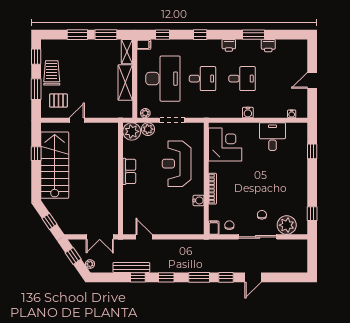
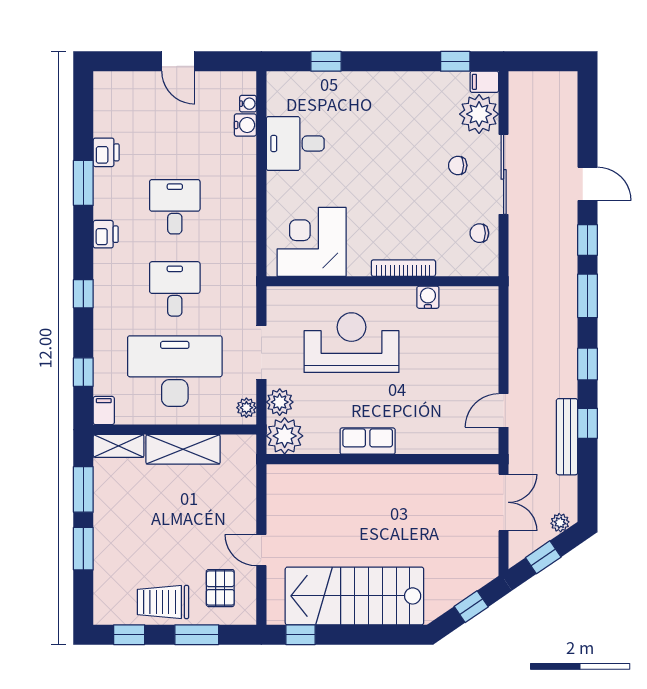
water cooler: (248, 113) -> (245, 125), moved
window: (36, 154) -> (301, 635), moved
reception desk: (177, 164) -> (351, 343), turned 180
filing cabinet: (214, 228) -> (484, 82), moved

